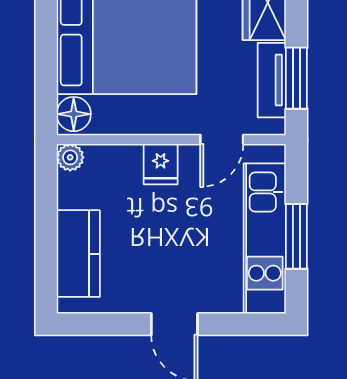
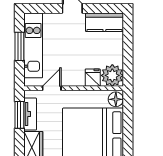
plant: (70, 157) -> (112, 75), width x1.88, depth x1.88
fridge: (161, 164) -> (93, 78), moved
kitchen counter: (78, 254) -> (104, 22), moved, turned -90

